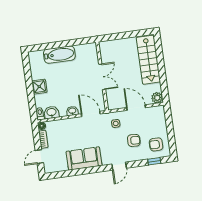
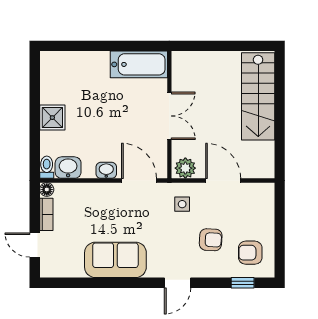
bathtub: (59, 55) -> (139, 64), moved
plant: (157, 98) -> (185, 168), moved
door: (39, 157) -> (35, 245), hinge flipped

